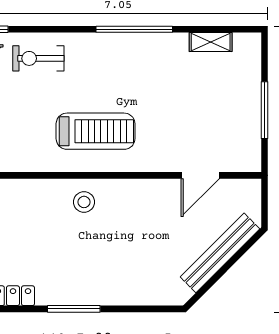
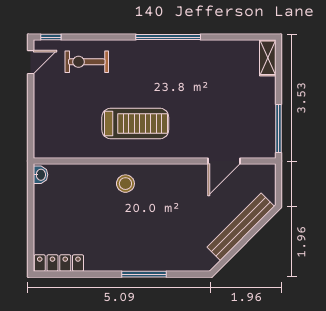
shelving: (211, 42) -> (268, 58), moved, turned 90
window: (264, 110) -> (279, 129), moved
window: (74, 309) -> (144, 274), moved

